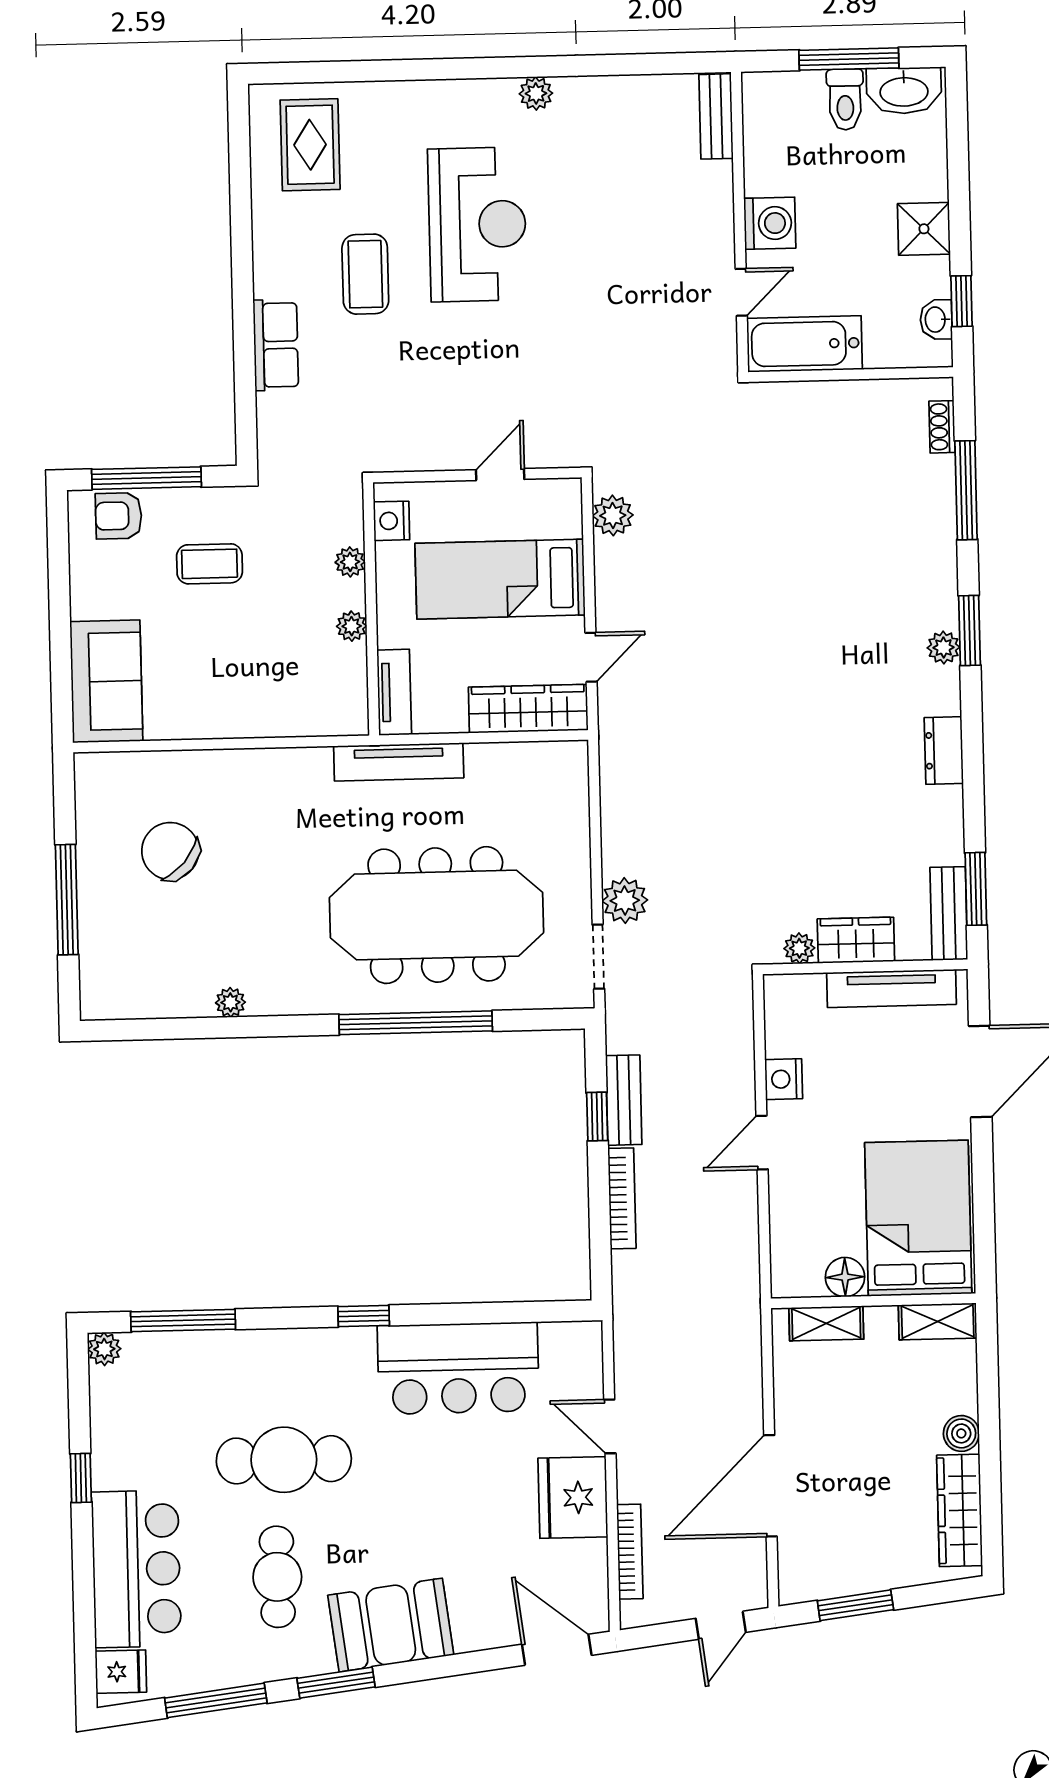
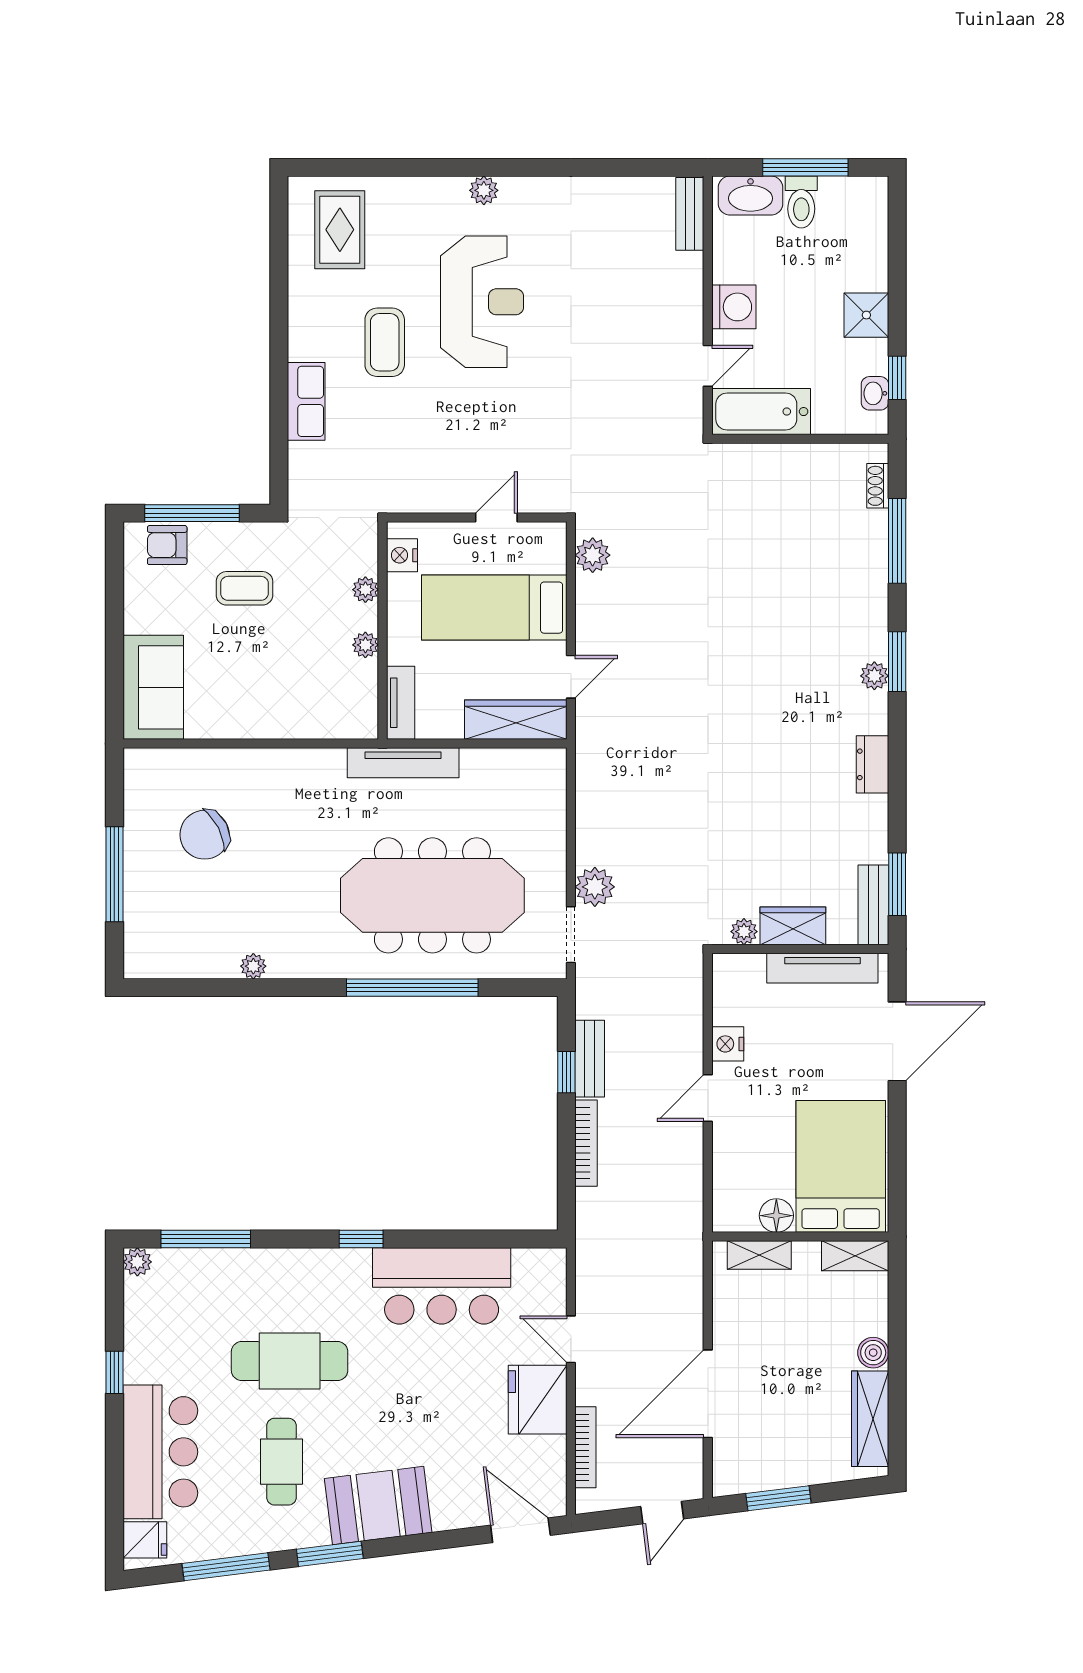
washbasin: (904, 91) -> (751, 196), moved
plant: (536, 93) -> (484, 190), moved
chair: (170, 851) -> (205, 835), turned -68

